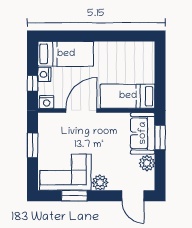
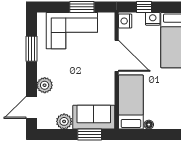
floor lamp: (150, 78) -> (149, 125), added
corner sofa: (66, 172) -> (72, 31), moved, turned 90
plant: (100, 183) -> (45, 85), moved

